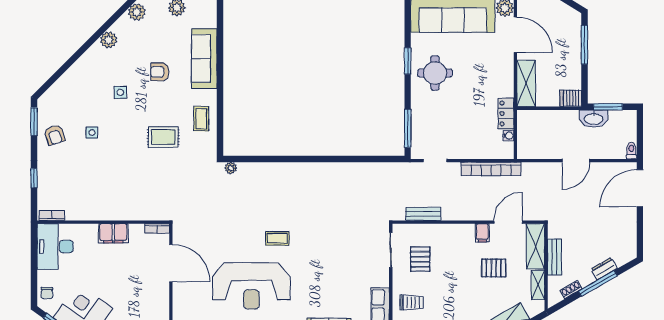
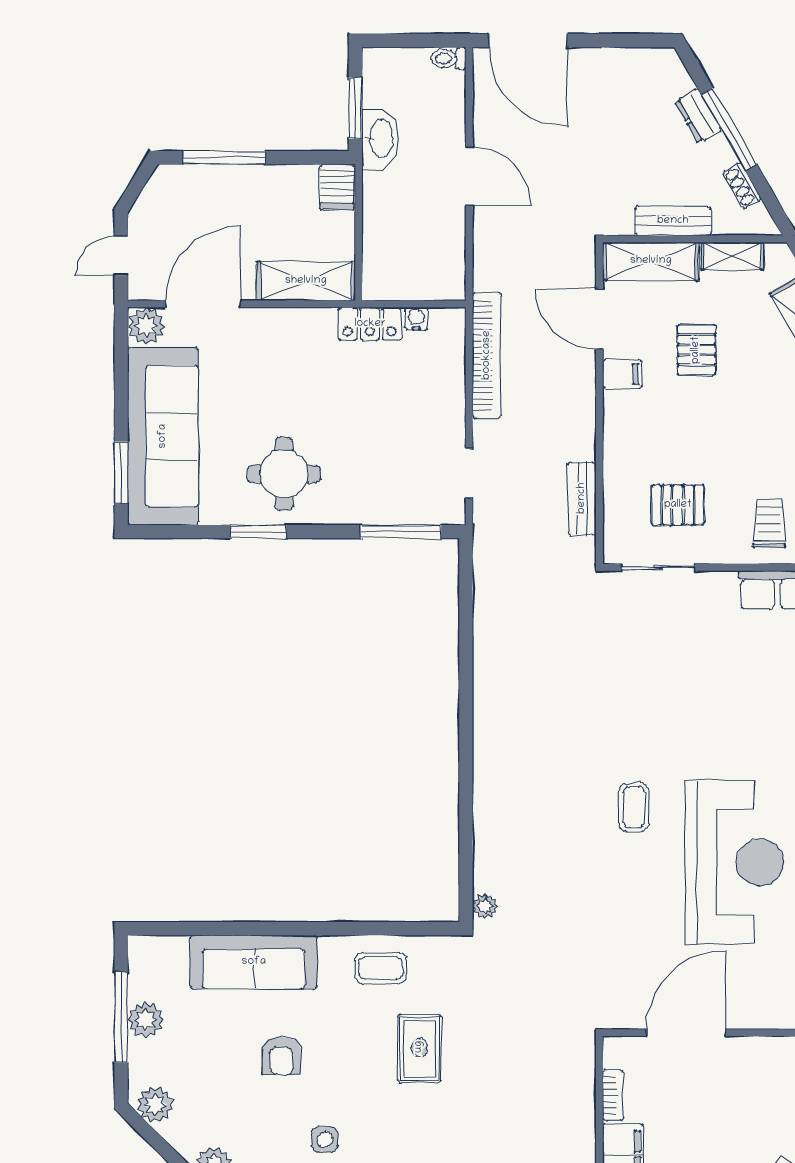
bookcase: (157, 228) -> (613, 1095), moved

